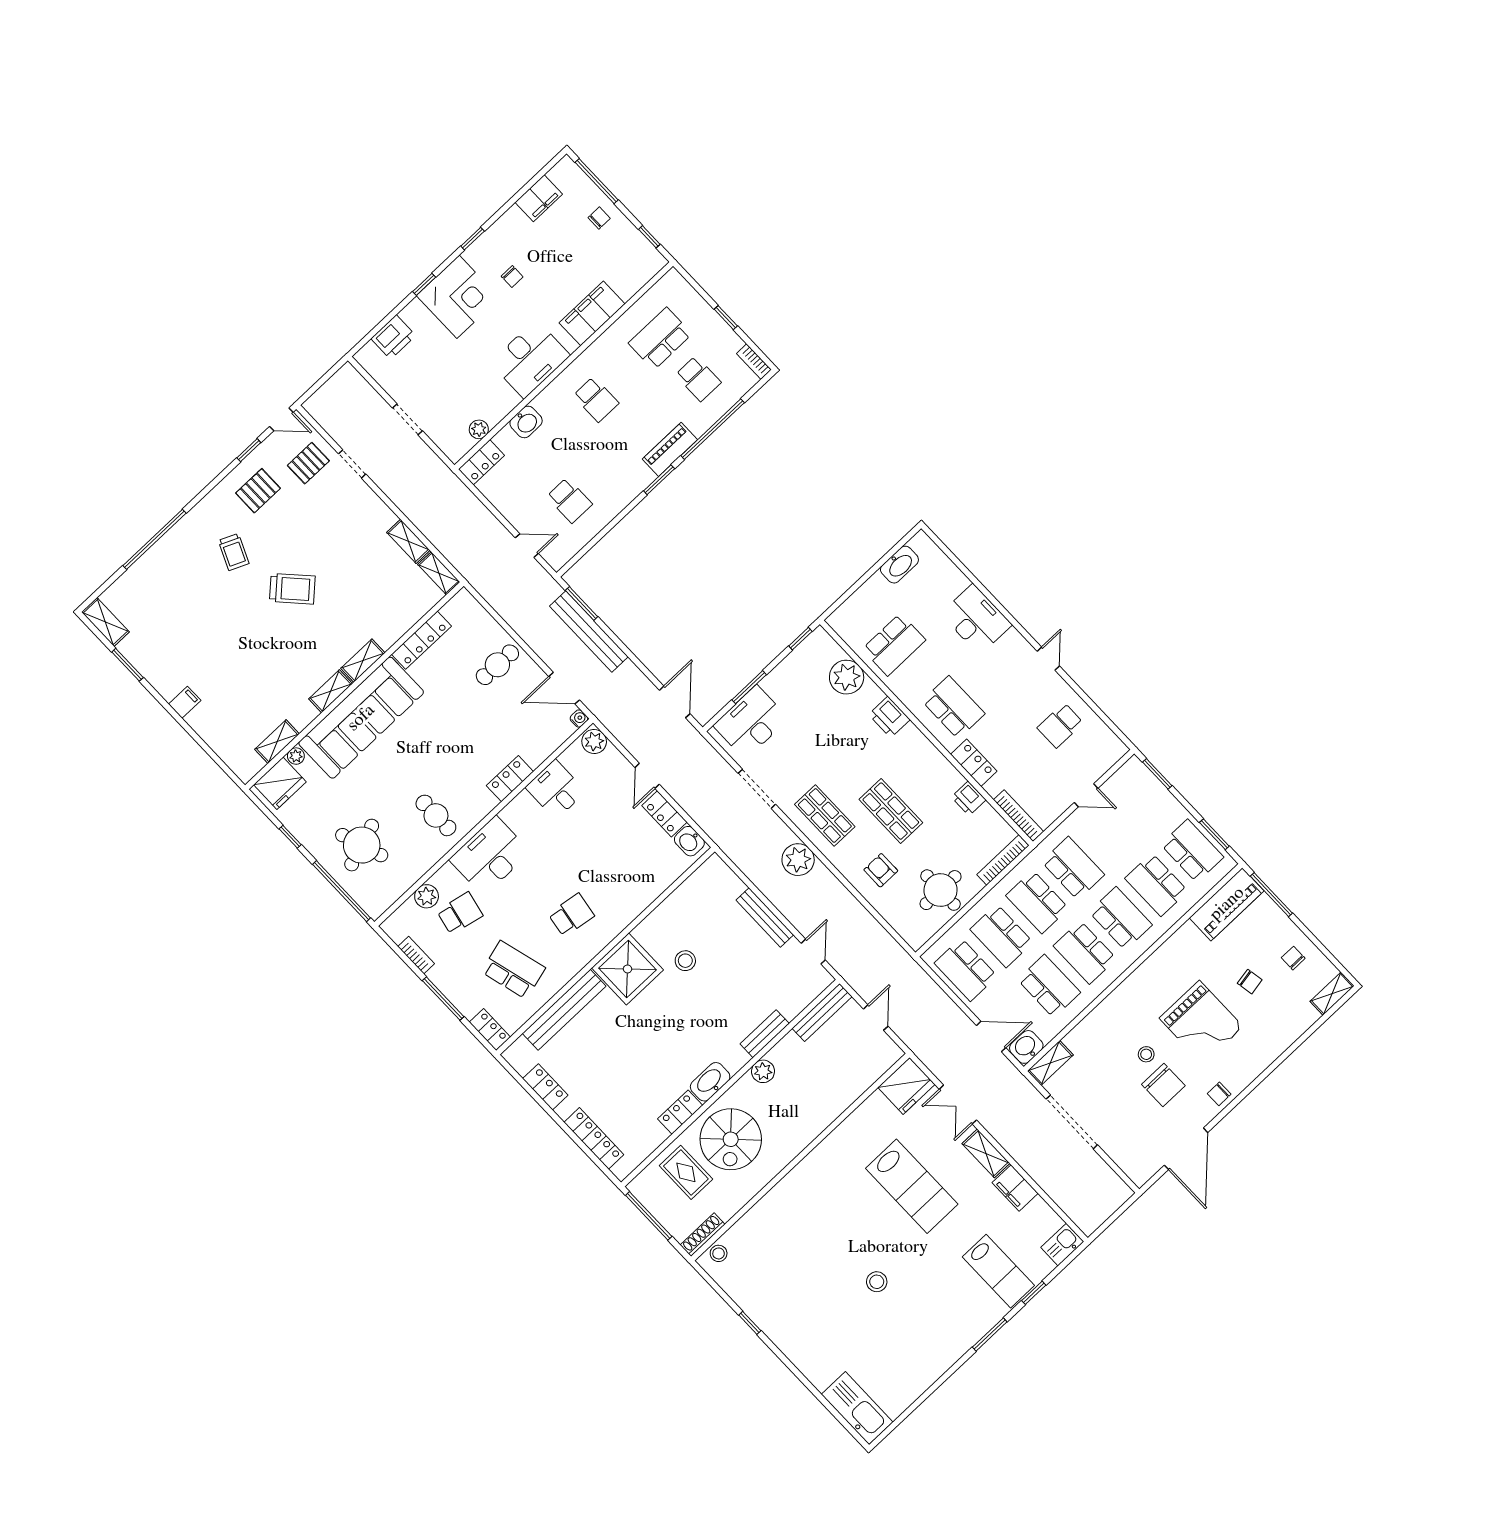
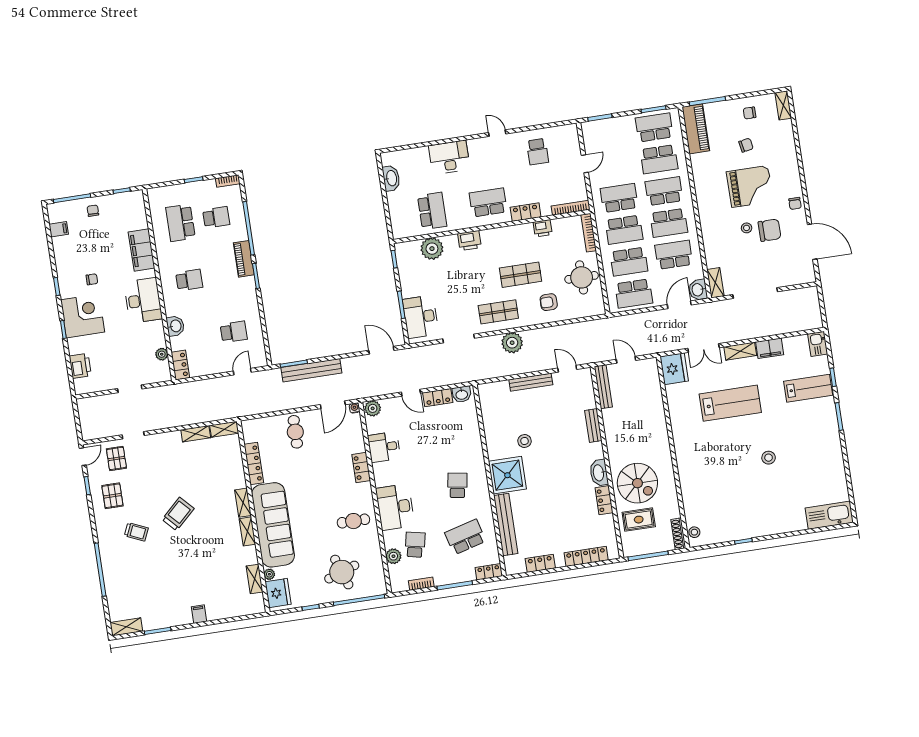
filing cabinet: (539, 198) -> (59, 229), width x0.50
plant: (763, 1071) -> (613, 440), removed

